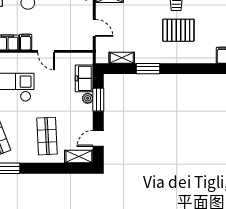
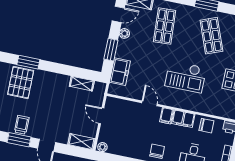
pallet: (178, 30) -> (21, 82), moved, turned 90
window: (148, 69) -> (28, 62), moved
plant: (88, 98) -> (124, 33), moved

